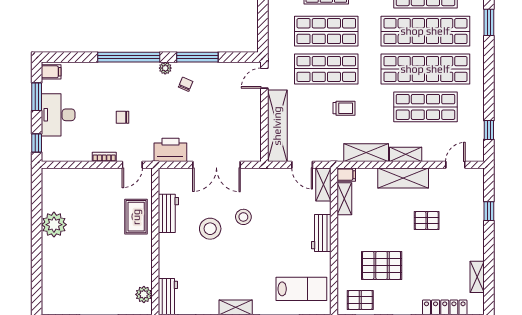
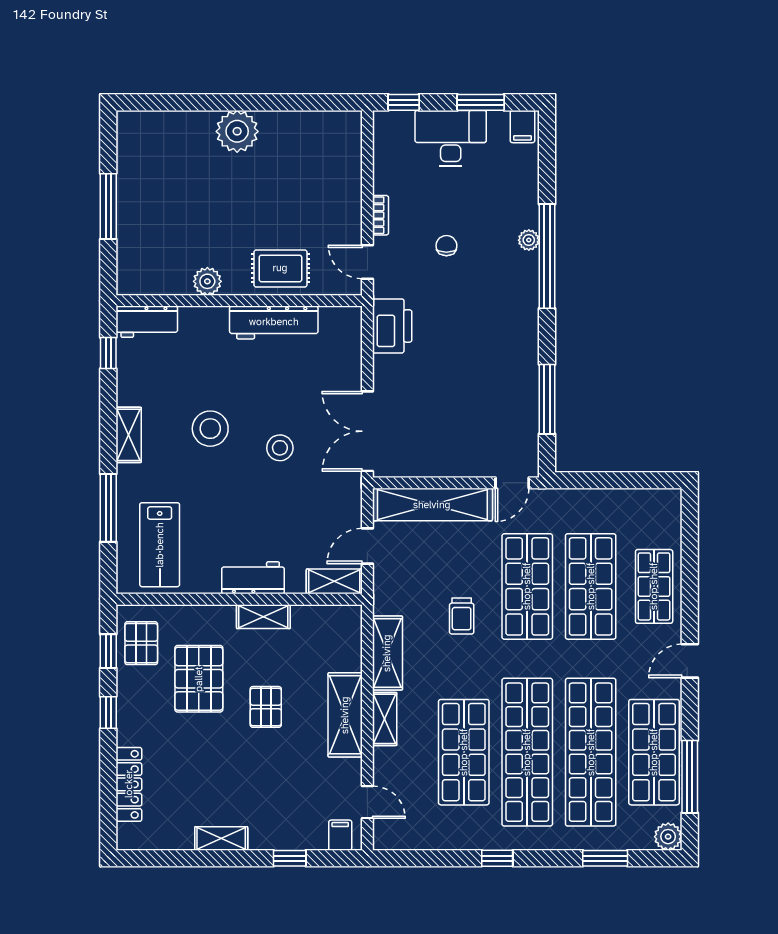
window: (197, 57) -> (547, 399), moved
plant: (165, 68) -> (529, 240), moved
door: (264, 78) -> (512, 483), swing flipped
chair: (186, 84) -> (502, 351), removed
window: (489, 130) -> (497, 858), moved
double door: (216, 165) -> (367, 431), moved
filing cabinet: (346, 175) -> (340, 835), moved, turned 180
shelving: (344, 199) -> (263, 617), moved
workbench: (168, 213) -> (274, 322), width x1.38
pallet: (427, 221) -> (266, 707), moved
plant: (54, 225) -> (237, 131), moved
stool: (210, 229) -> (210, 429), moved
shelving: (477, 277) -> (221, 838), moved
plant: (144, 294) -> (207, 281), moved

